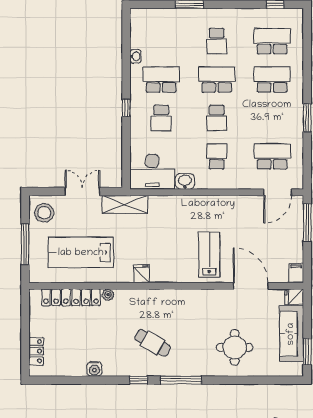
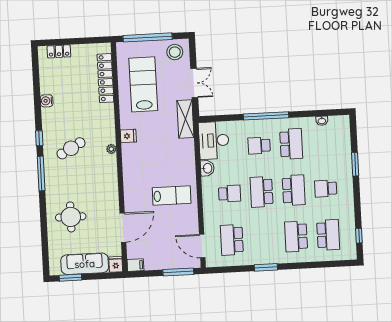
washbasin: (135, 56) -> (322, 121), moved
school desk: (272, 80) -> (296, 237), turned 180
window: (126, 108) -> (266, 116), width x3.17
school desk: (217, 118) -> (262, 192), width x1.85
school desk: (272, 156) -> (232, 240), turned 180
window: (25, 244) -> (148, 37), width x1.46
lab bench: (209, 255) -> (172, 196), moved
plant: (108, 295) -> (111, 149), moved
cafe table: (153, 343) -> (71, 148), turned 31

